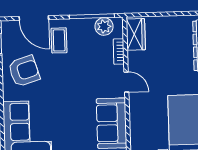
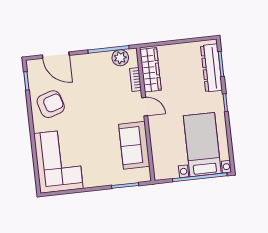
wardrobe: (136, 34) -> (151, 70), width x1.50
coffee table: (59, 40) -> (80, 74), removed

